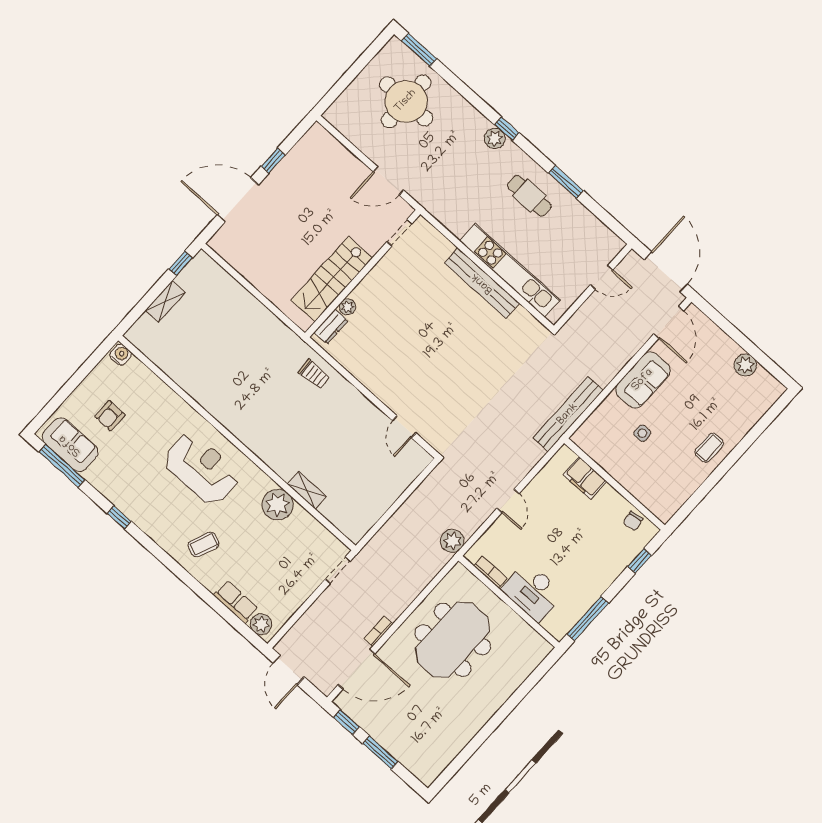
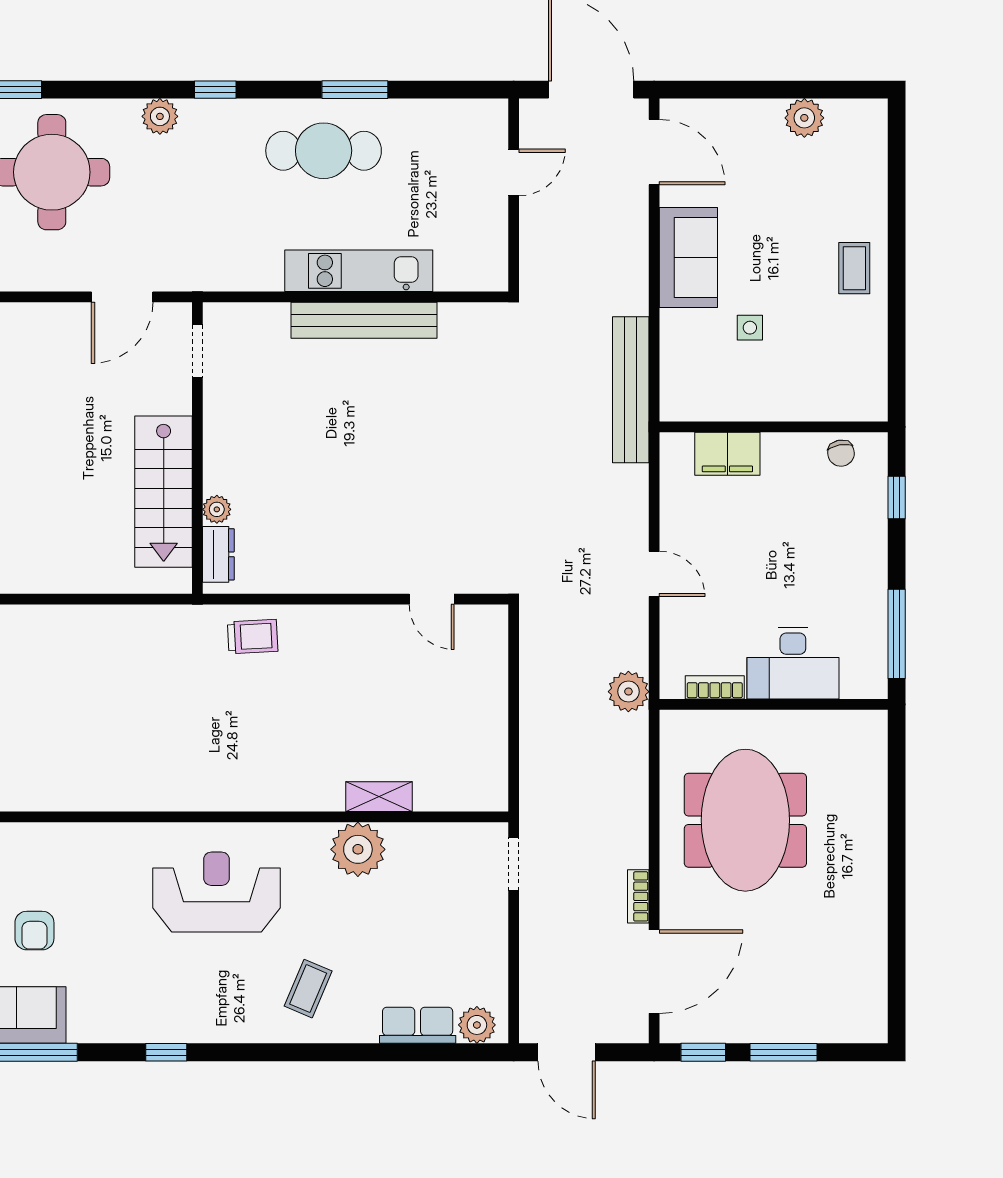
plant: (495, 138) -> (160, 116), moved
cafe table: (529, 196) -> (324, 151), width x1.37, depth x1.35
kitchen unit: (510, 270) -> (359, 271), width x0.73

